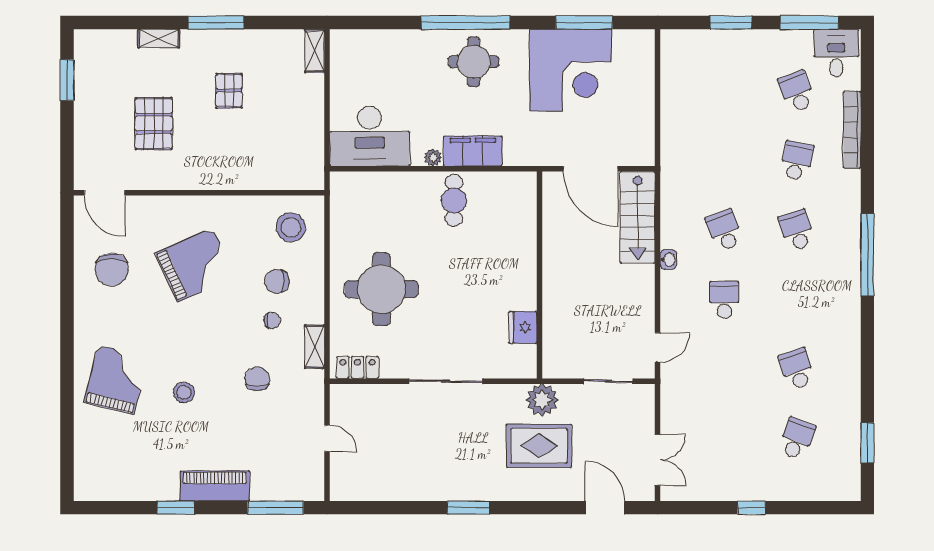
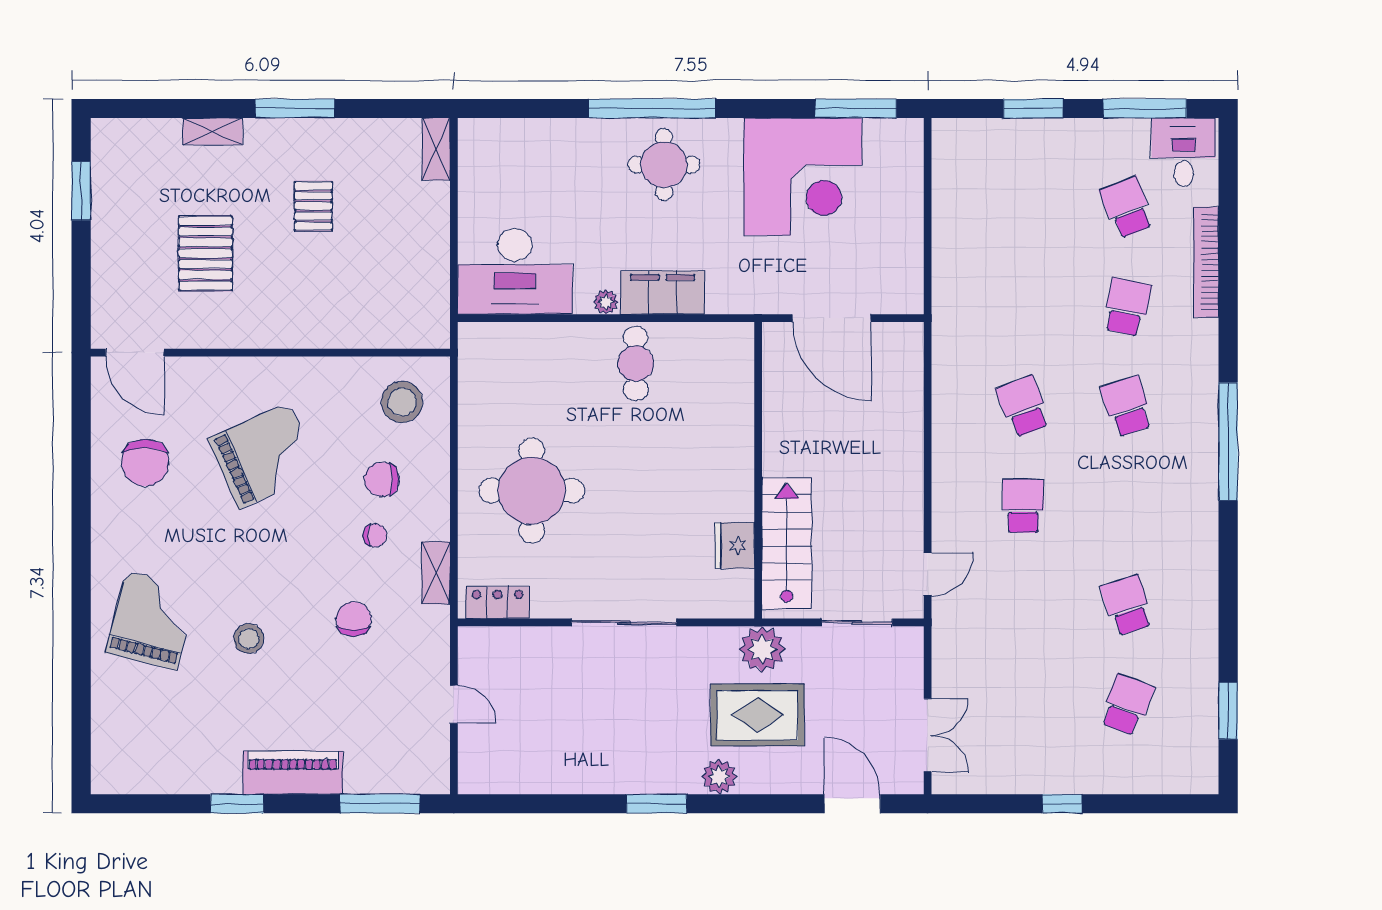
window: (584, 23) -> (856, 108), moved
stairs: (638, 217) -> (787, 543), moved, turned 180
washbasin: (668, 260) -> (943, 448), removed
plant: (512, 489) -> (719, 777), added

